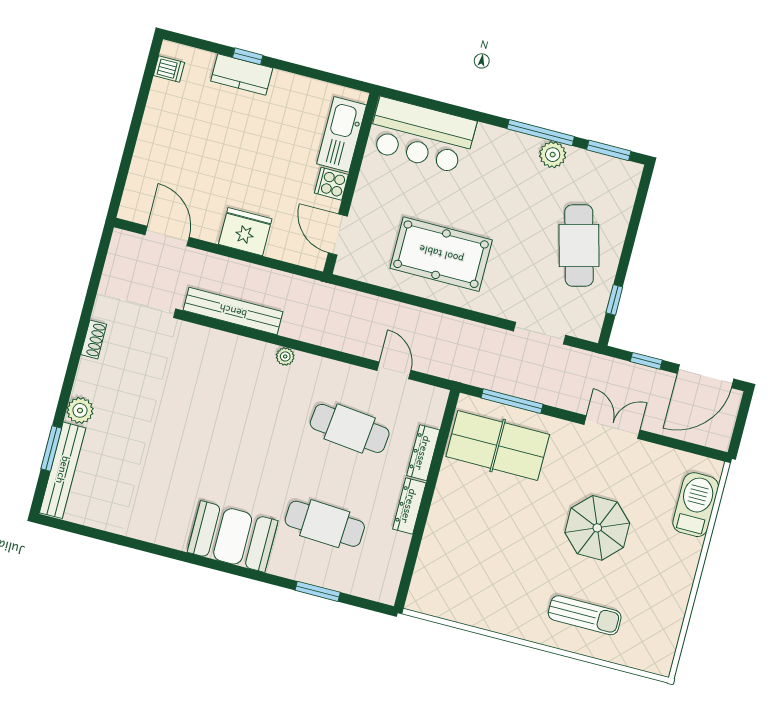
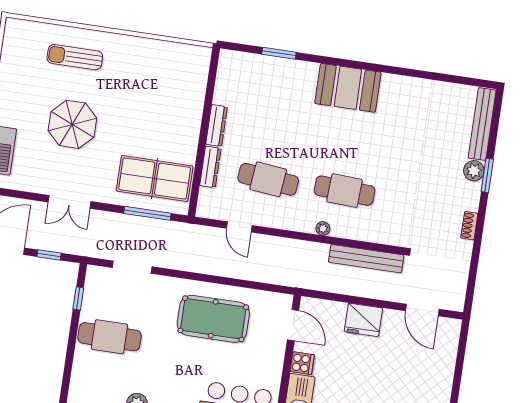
cafe table: (579, 245) -> (109, 337), turned -75
window: (51, 448) -> (487, 175), moved
cafe table: (325, 524) -> (345, 191), moved

